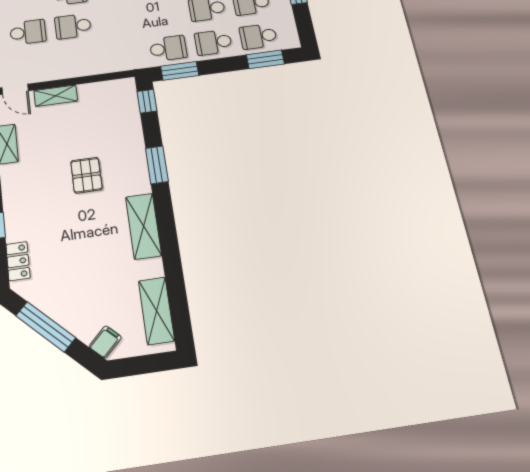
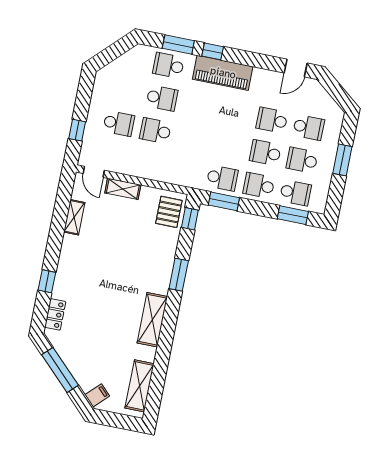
school desk: (258, 36) -> (296, 193), turned 180
pallet: (86, 175) -> (169, 212), moved

